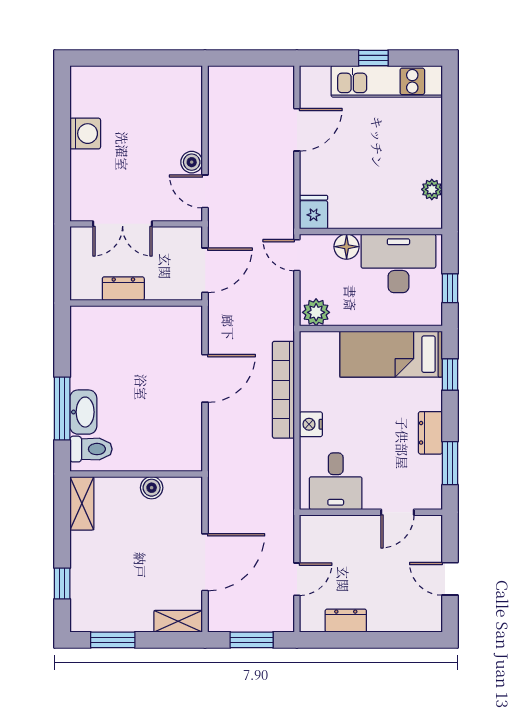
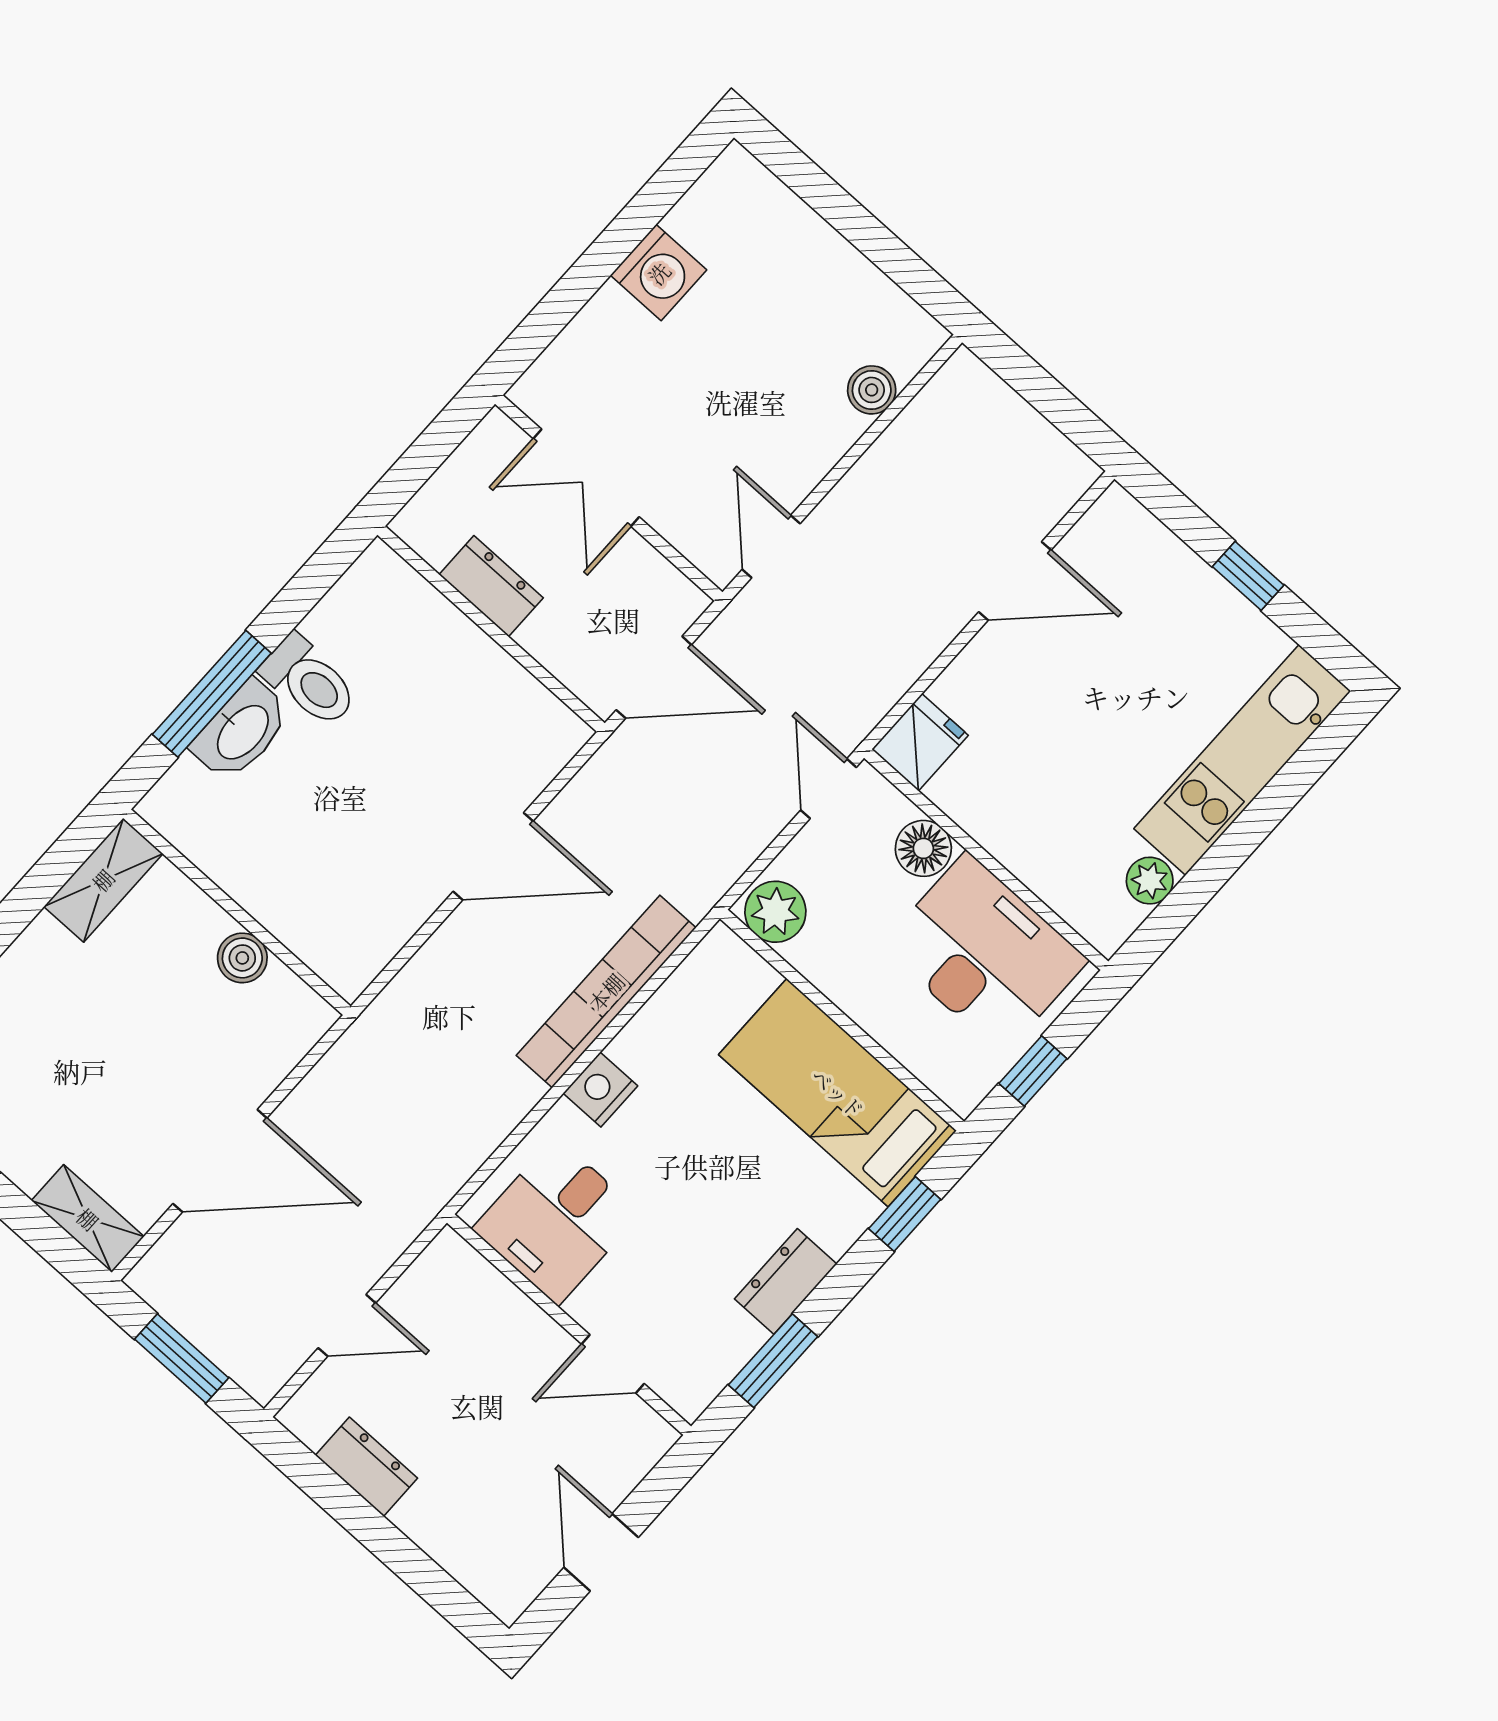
kitchen unit: (387, 81) -> (1242, 760), moved, turned 90
boiler: (192, 162) -> (872, 390), moved
toilet: (91, 449) -> (309, 681), moved

